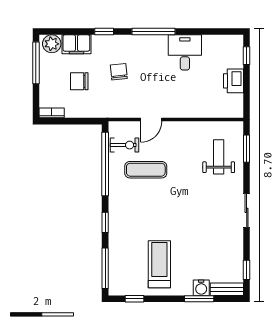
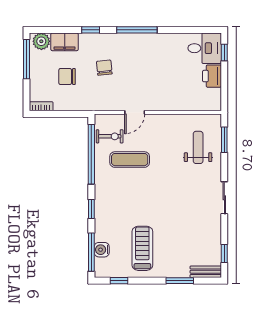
desk: (185, 52) -> (205, 48), moved, turned 90
water cooler: (201, 288) -> (102, 250), moved, turned 90

